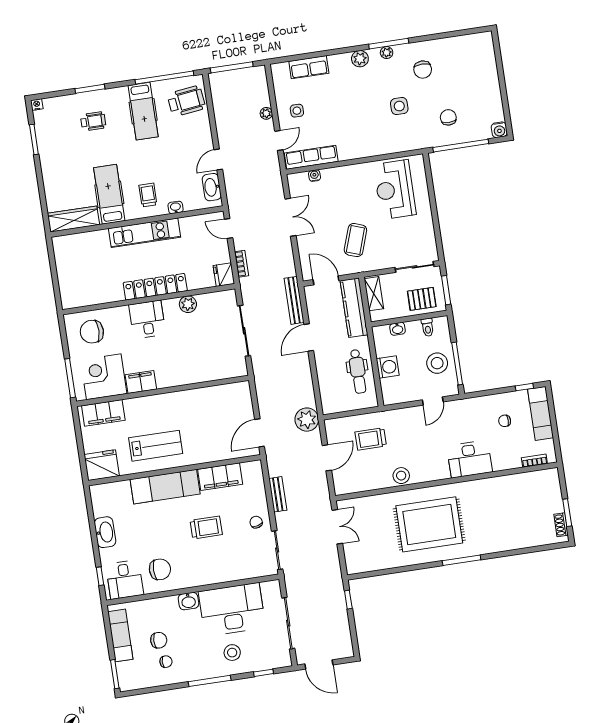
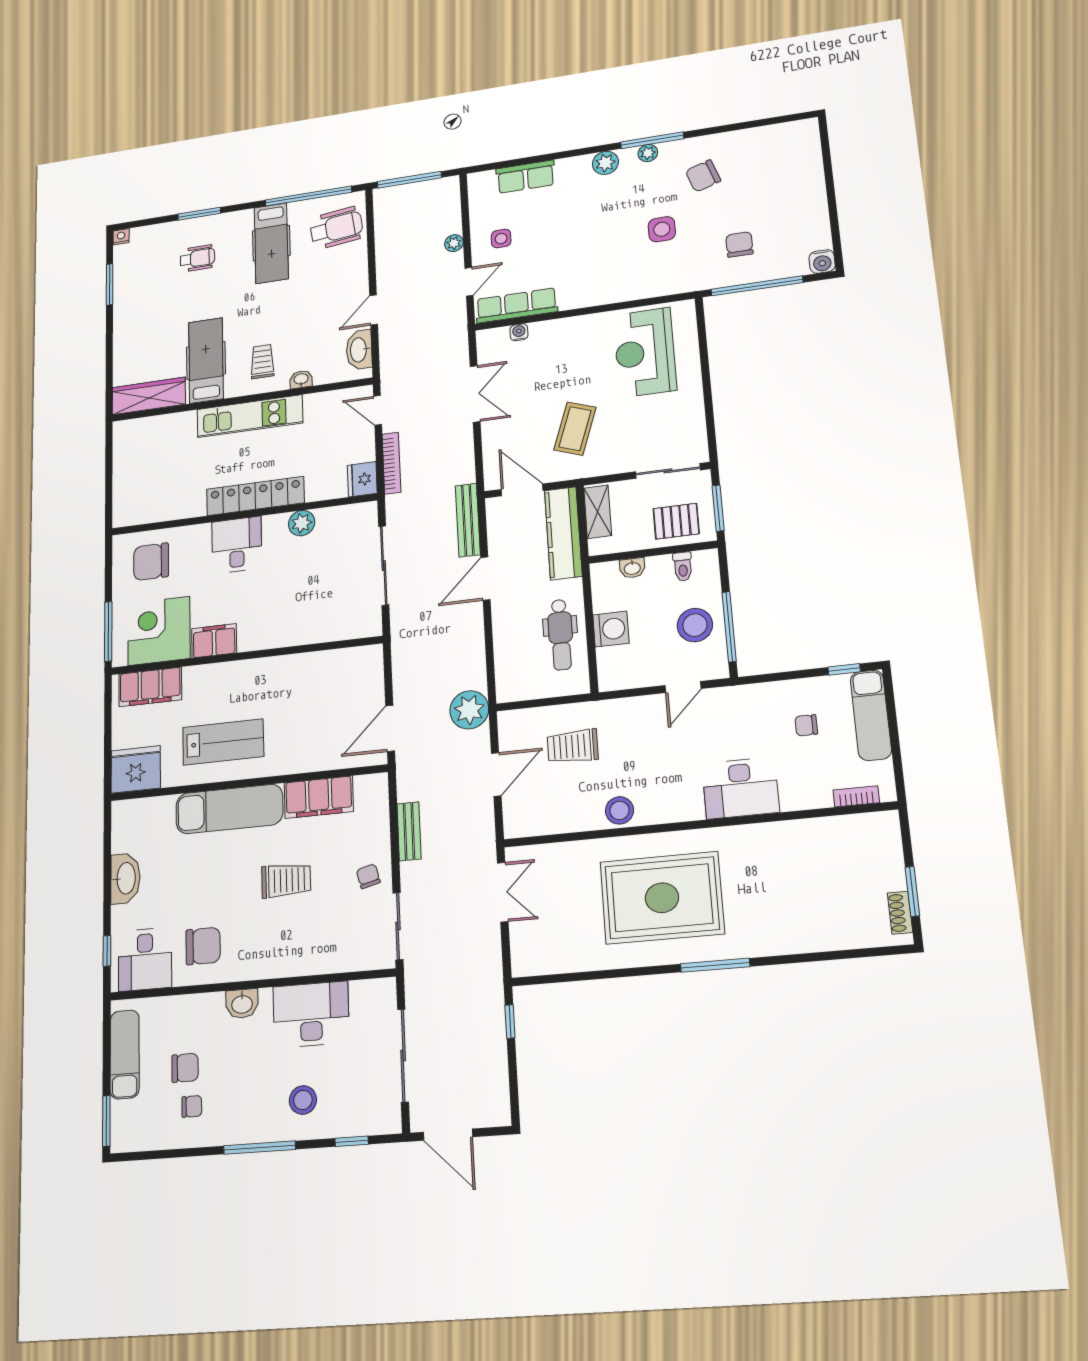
chair: (423, 70) -> (703, 176), turned 72
bookcase: (242, 264) -> (391, 463), width x1.56
desk: (232, 609) -> (311, 1014), width x0.73, depth x0.77

